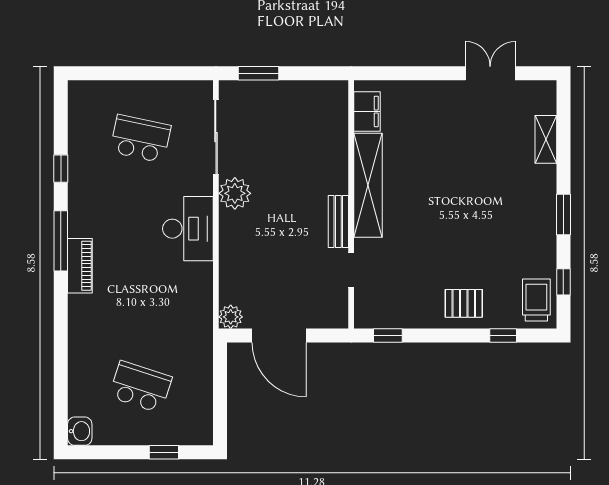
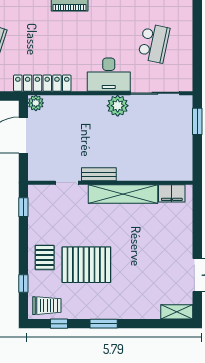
shelving: (546, 139) -> (177, 312), moved
desk: (188, 229) -> (109, 75), moved
pallet: (475, 240) -> (86, 265), added
locker: (201, 307) -> (42, 83), added

